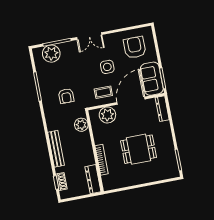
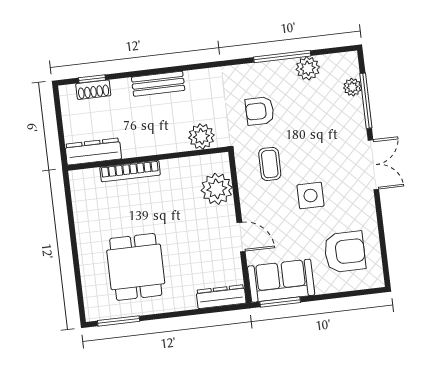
double door: (89, 36) -> (373, 165), swing flipped
plant: (51, 54) -> (352, 87), width x0.53, depth x0.53
plant: (43, 73) -> (308, 68), added
coffee table: (103, 92) -> (270, 164), moved
door: (131, 101) -> (241, 237), width x0.53
bench: (56, 149) -> (158, 84), width x0.73
dining table: (139, 149) -> (136, 267), moved

